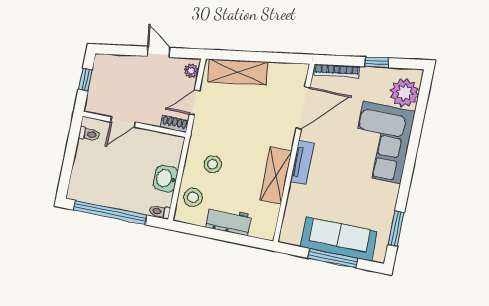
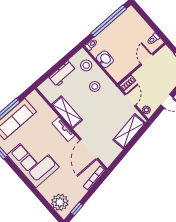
window: (377, 62) -> (77, 209), moved
corner sofa: (382, 142) -> (33, 161), moved

